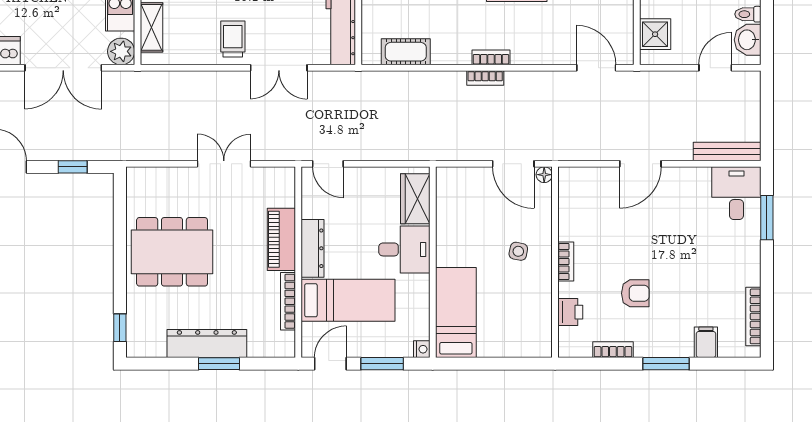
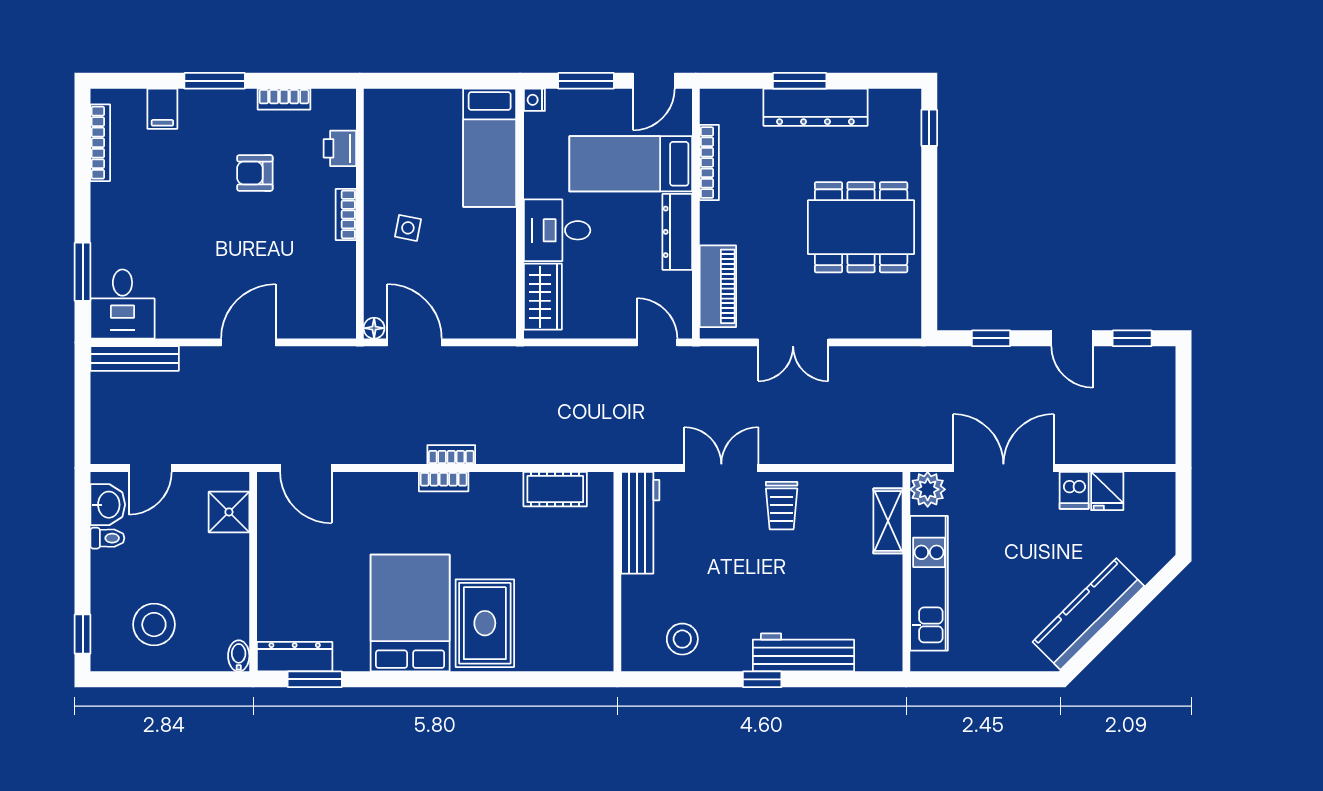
piano: (281, 239) -> (718, 286), moved

